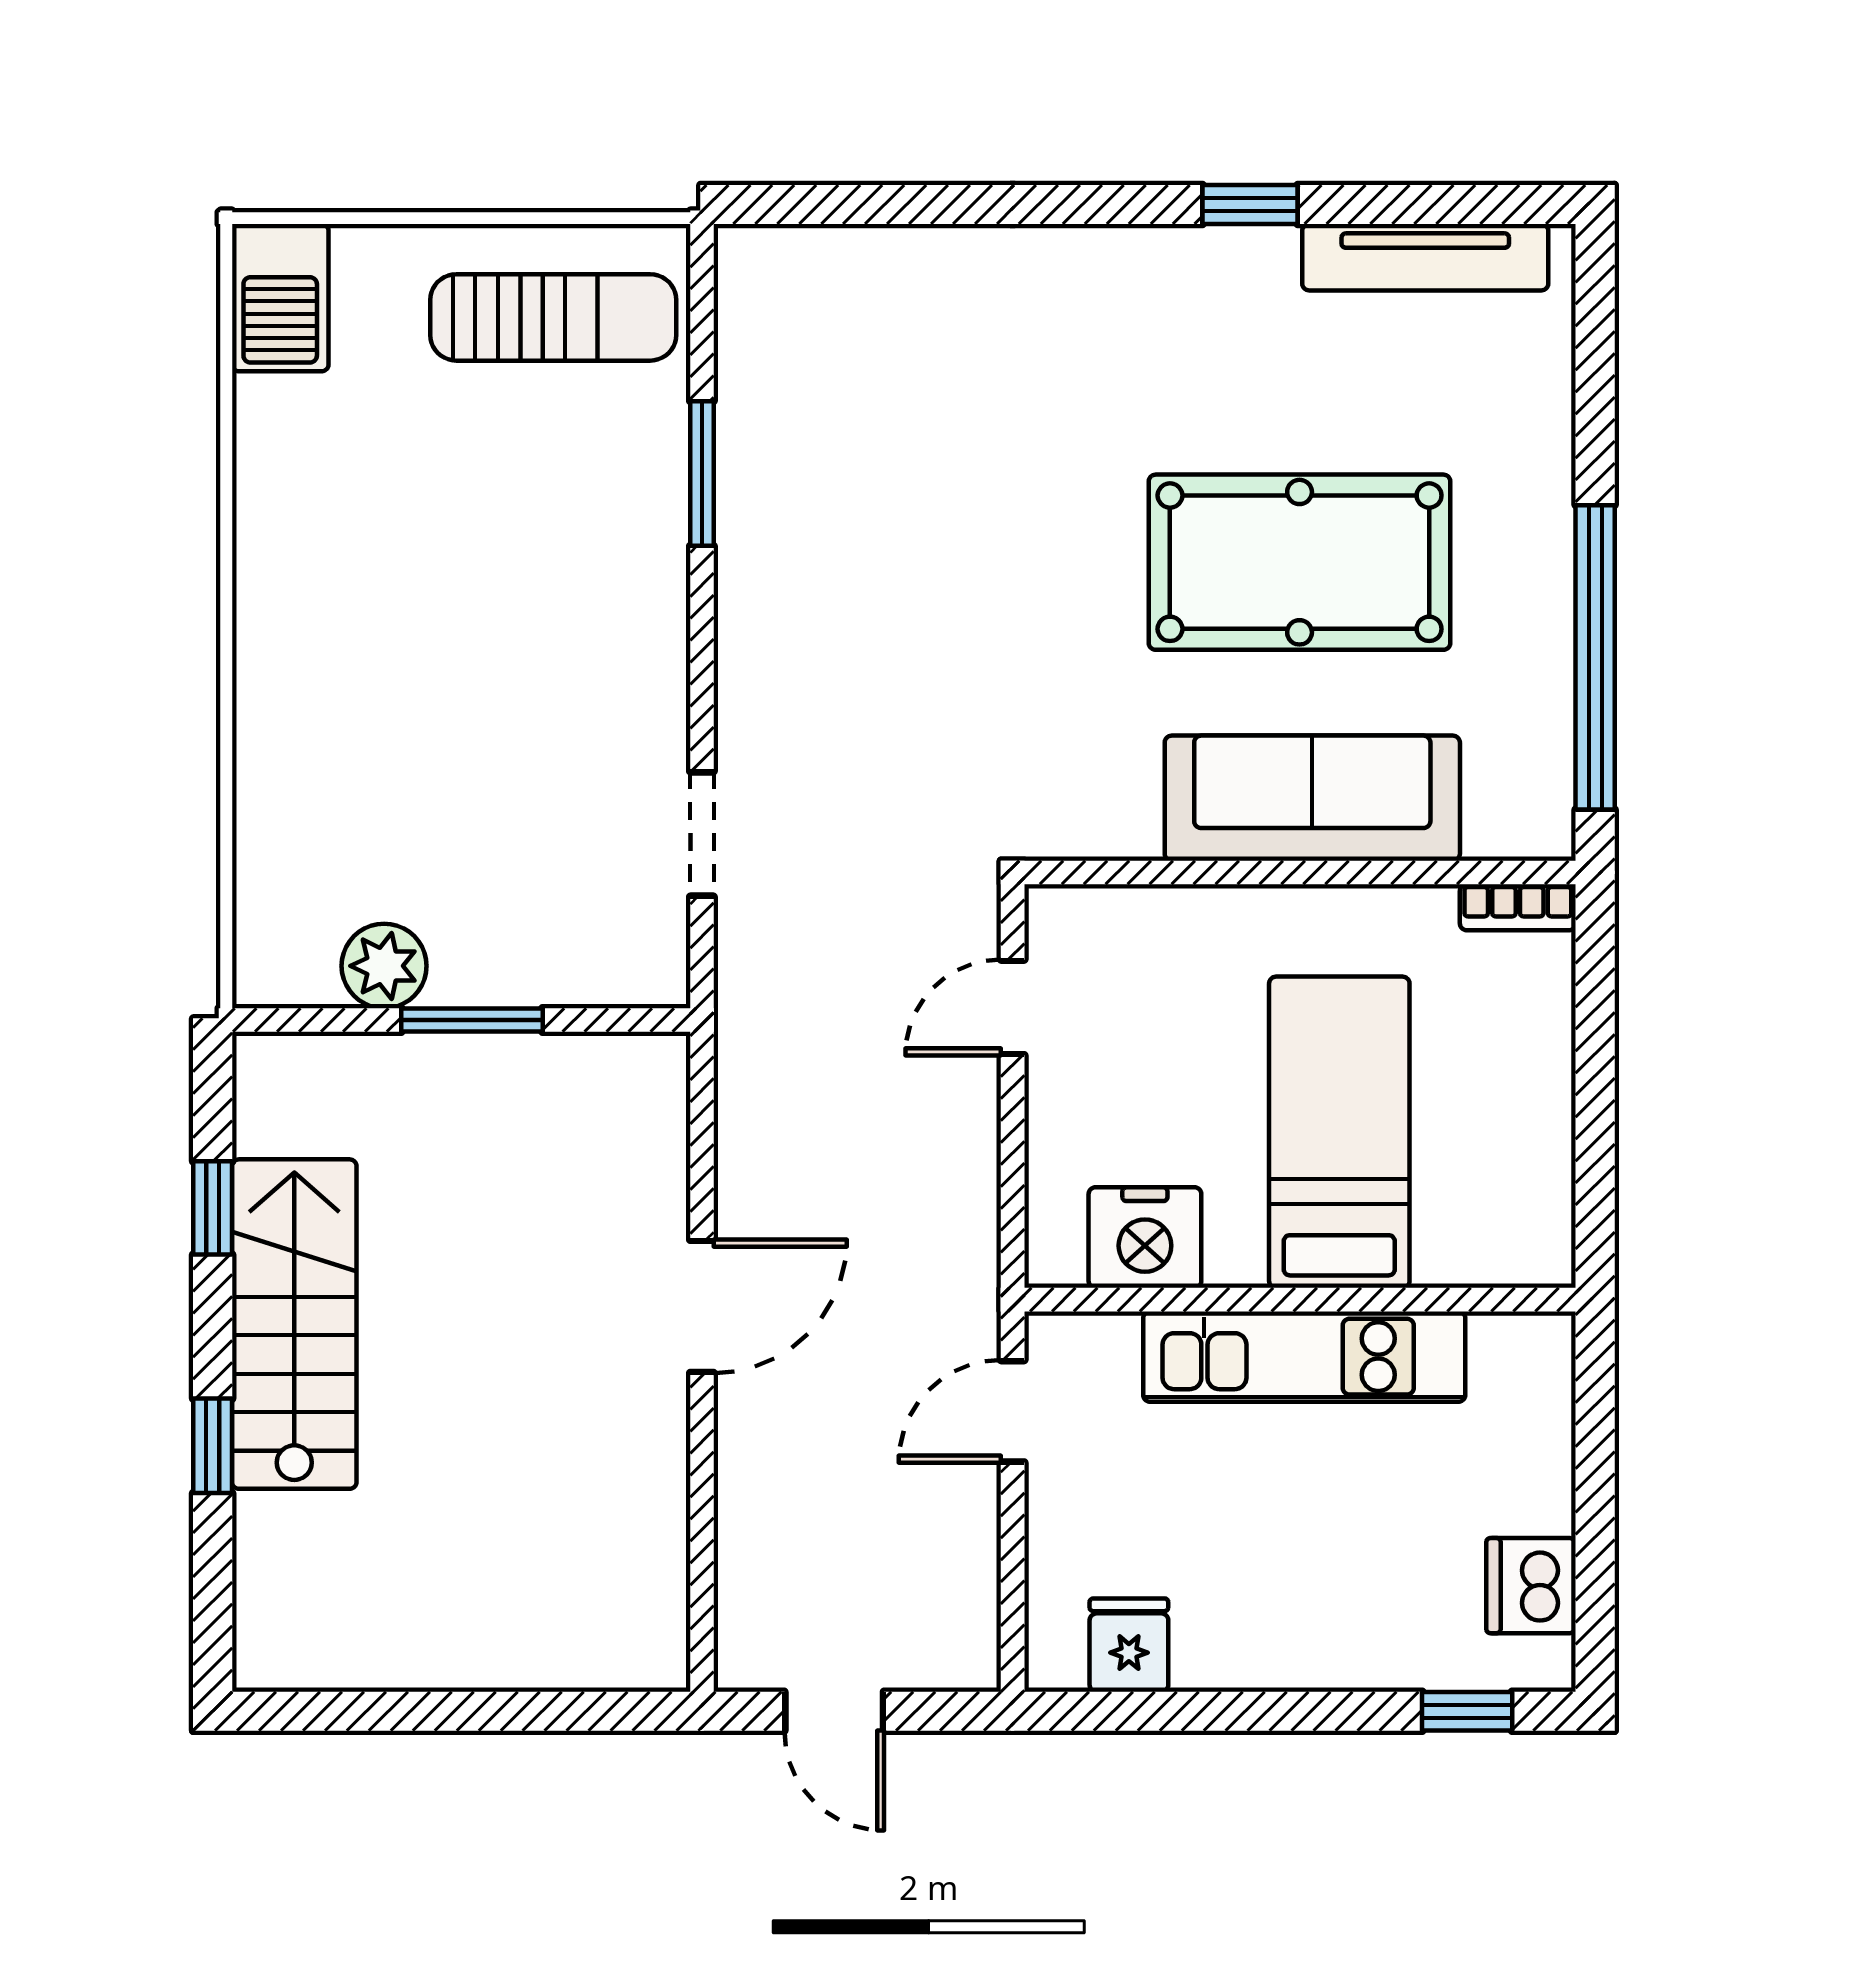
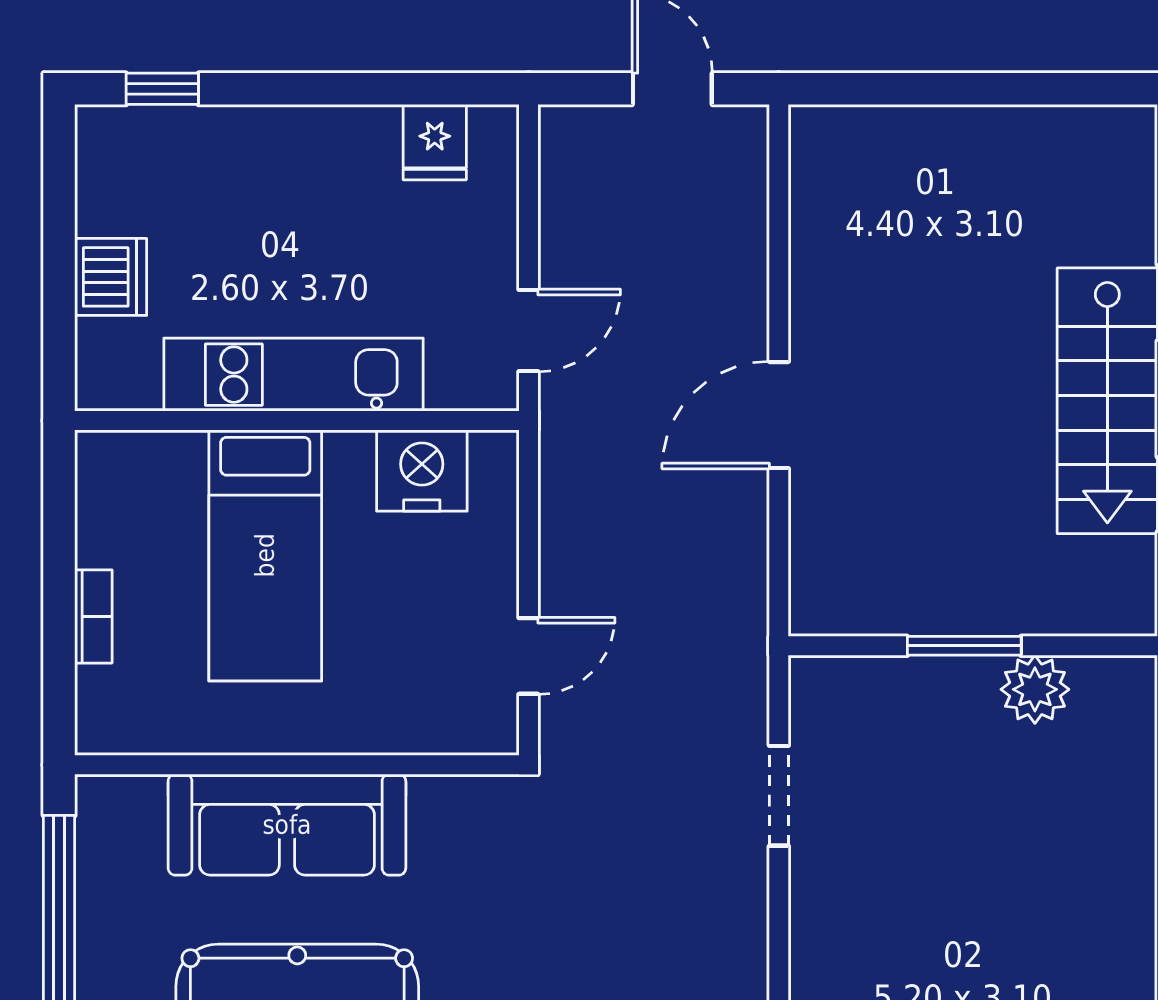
bookcase: (1518, 907) -> (93, 616), moved, turned 90
dishwasher: (1531, 1586) -> (111, 277), moved

